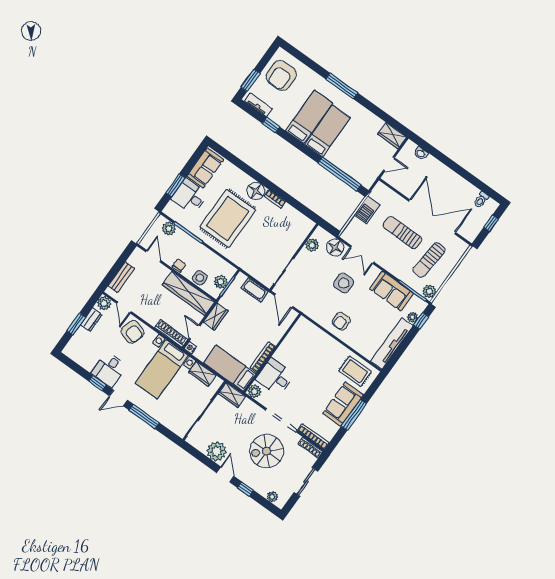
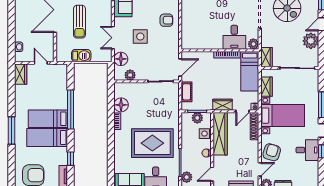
window: (340, 174) -> (71, 110), moved
floor lamp: (256, 191) -> (121, 105), moved
double door: (362, 255) -> (113, 38), swing flipped

